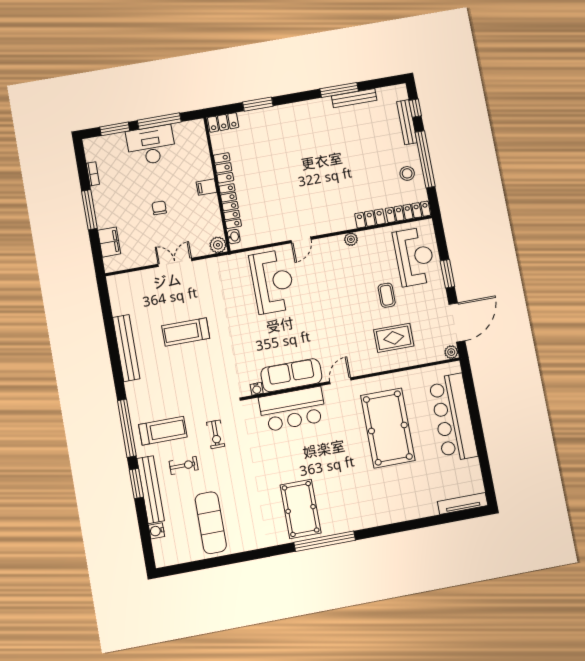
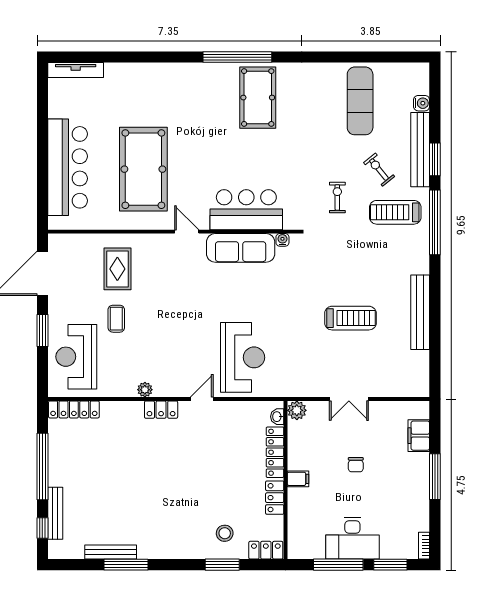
stool: (407, 173) -> (225, 533), moved
bookcase: (93, 174) -> (424, 546), moved
locker: (370, 218) -> (161, 410), moved
reception desk: (273, 282) -> (243, 357), turned 180
rug: (394, 338) -> (117, 269), turned 90
plant: (451, 352) -> (55, 241), removed
door: (340, 381) -> (187, 232), swing flipped
exercise bike: (184, 465) -> (379, 170), turned 51

